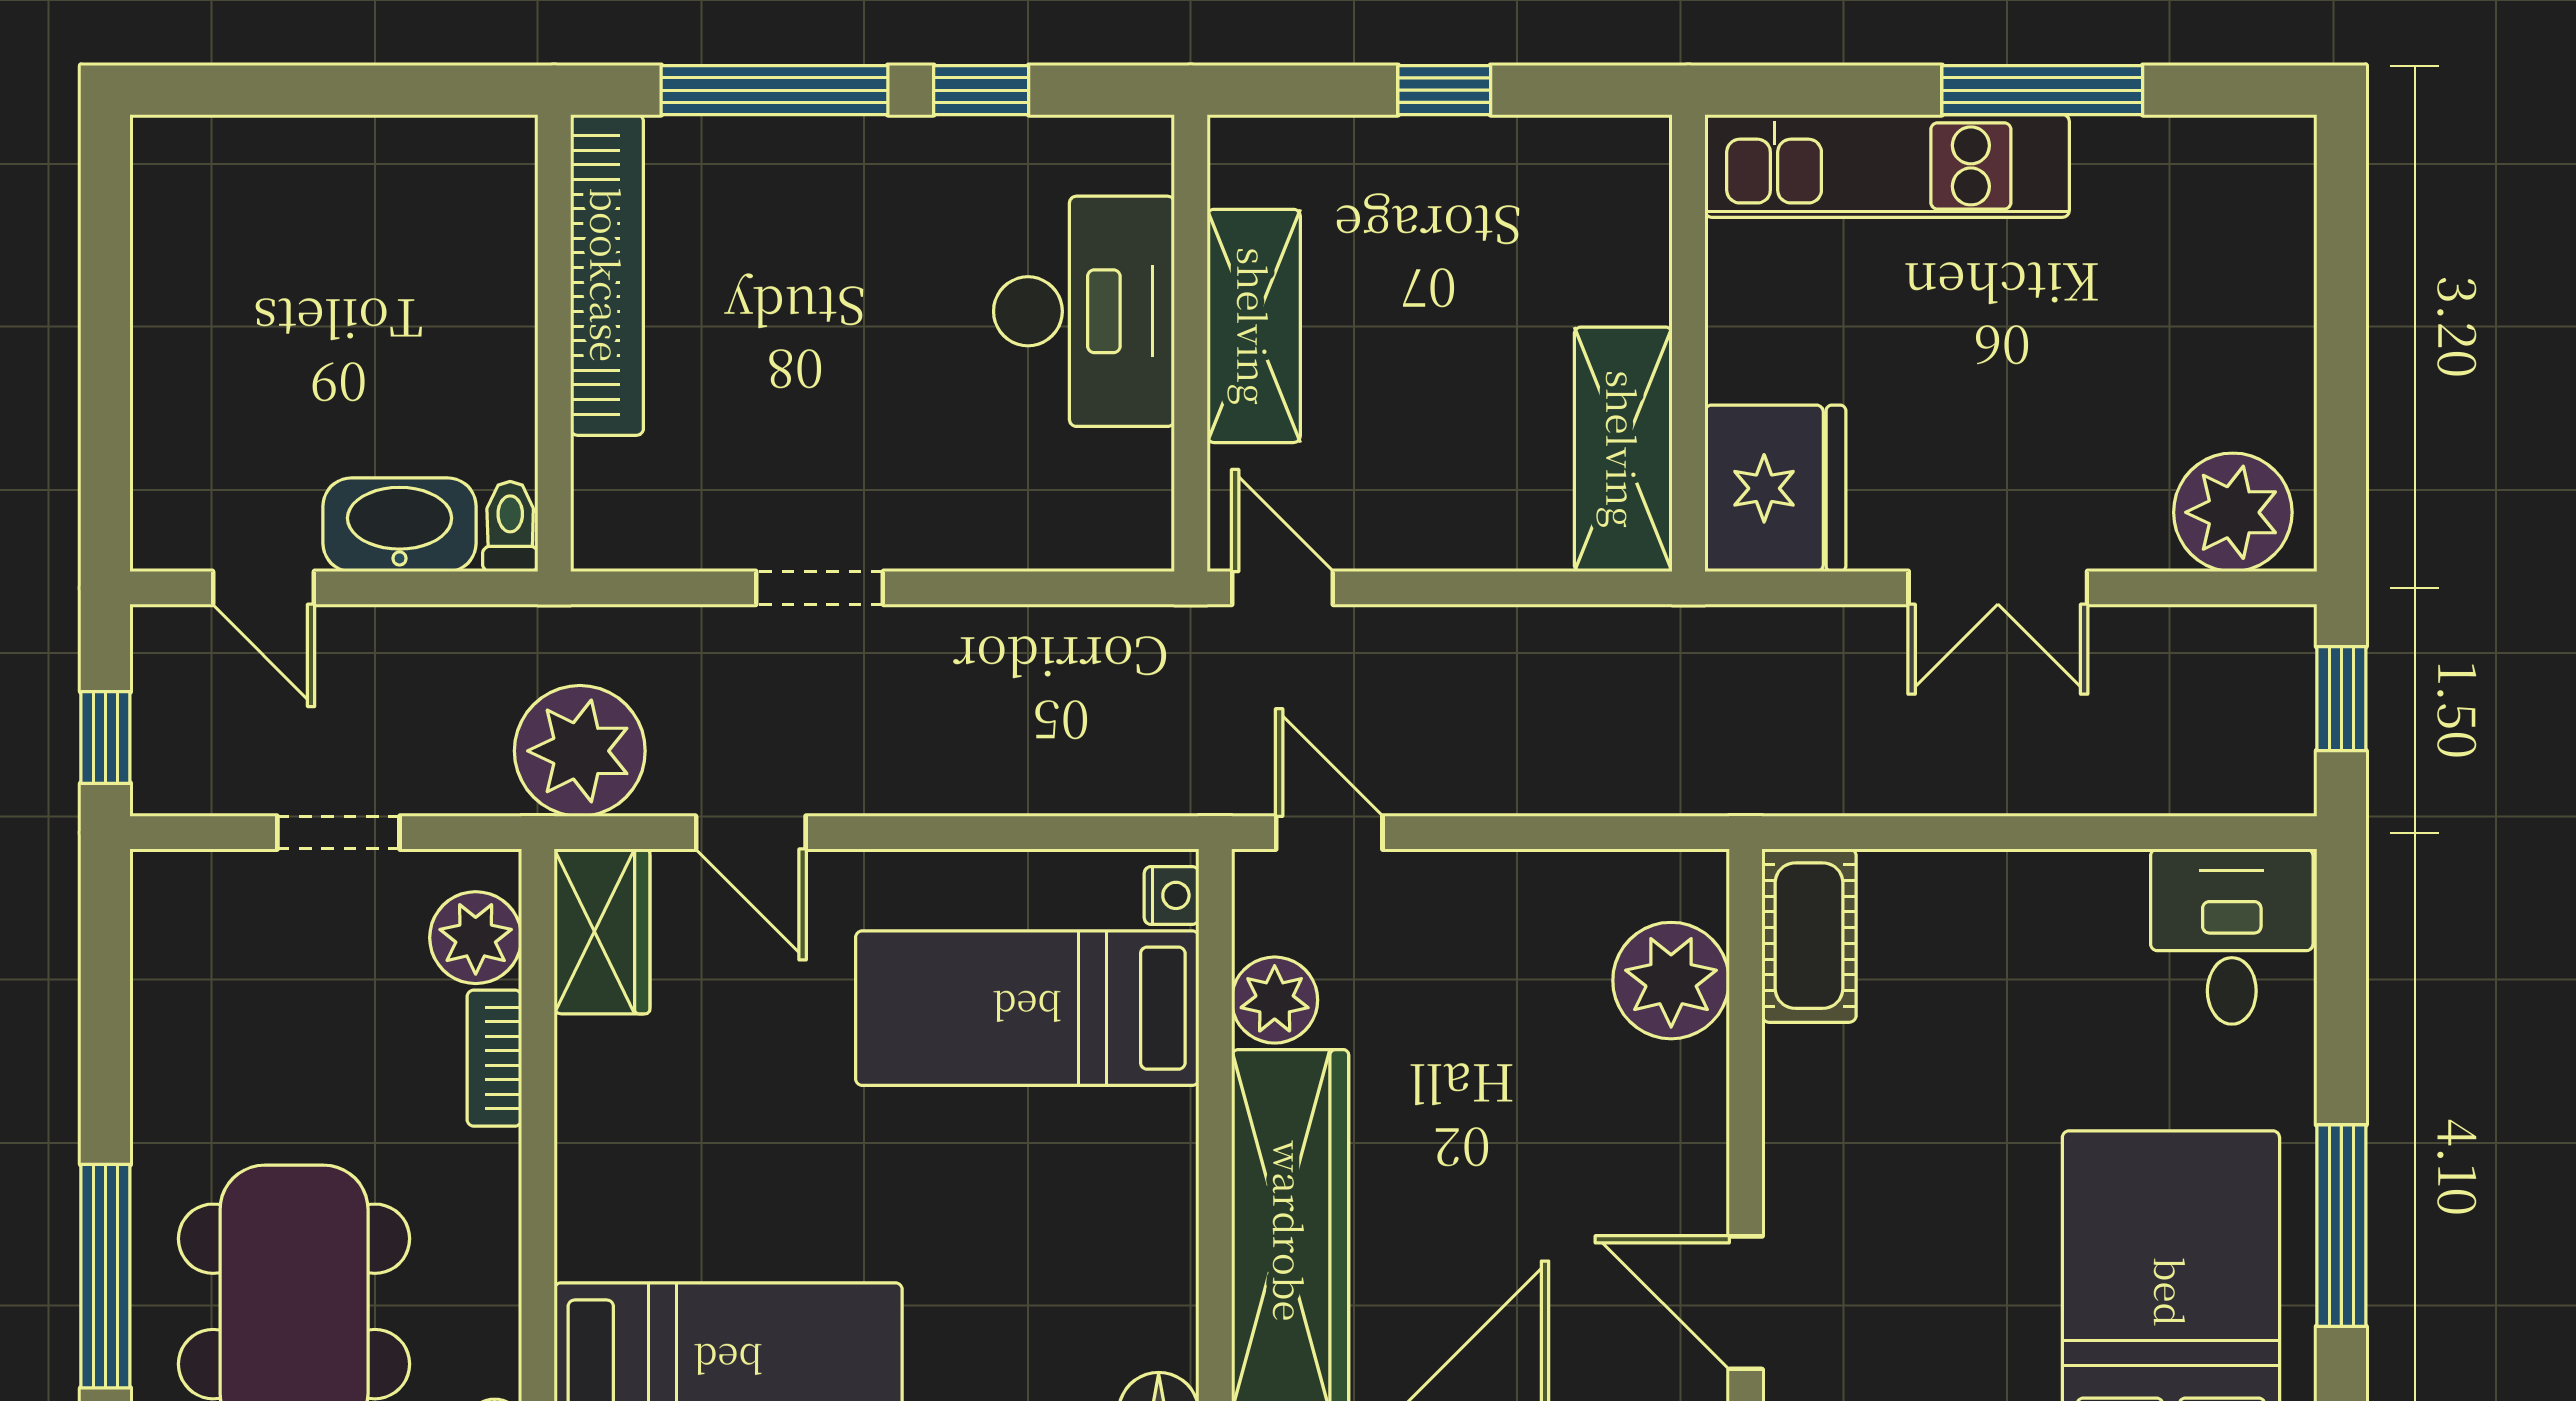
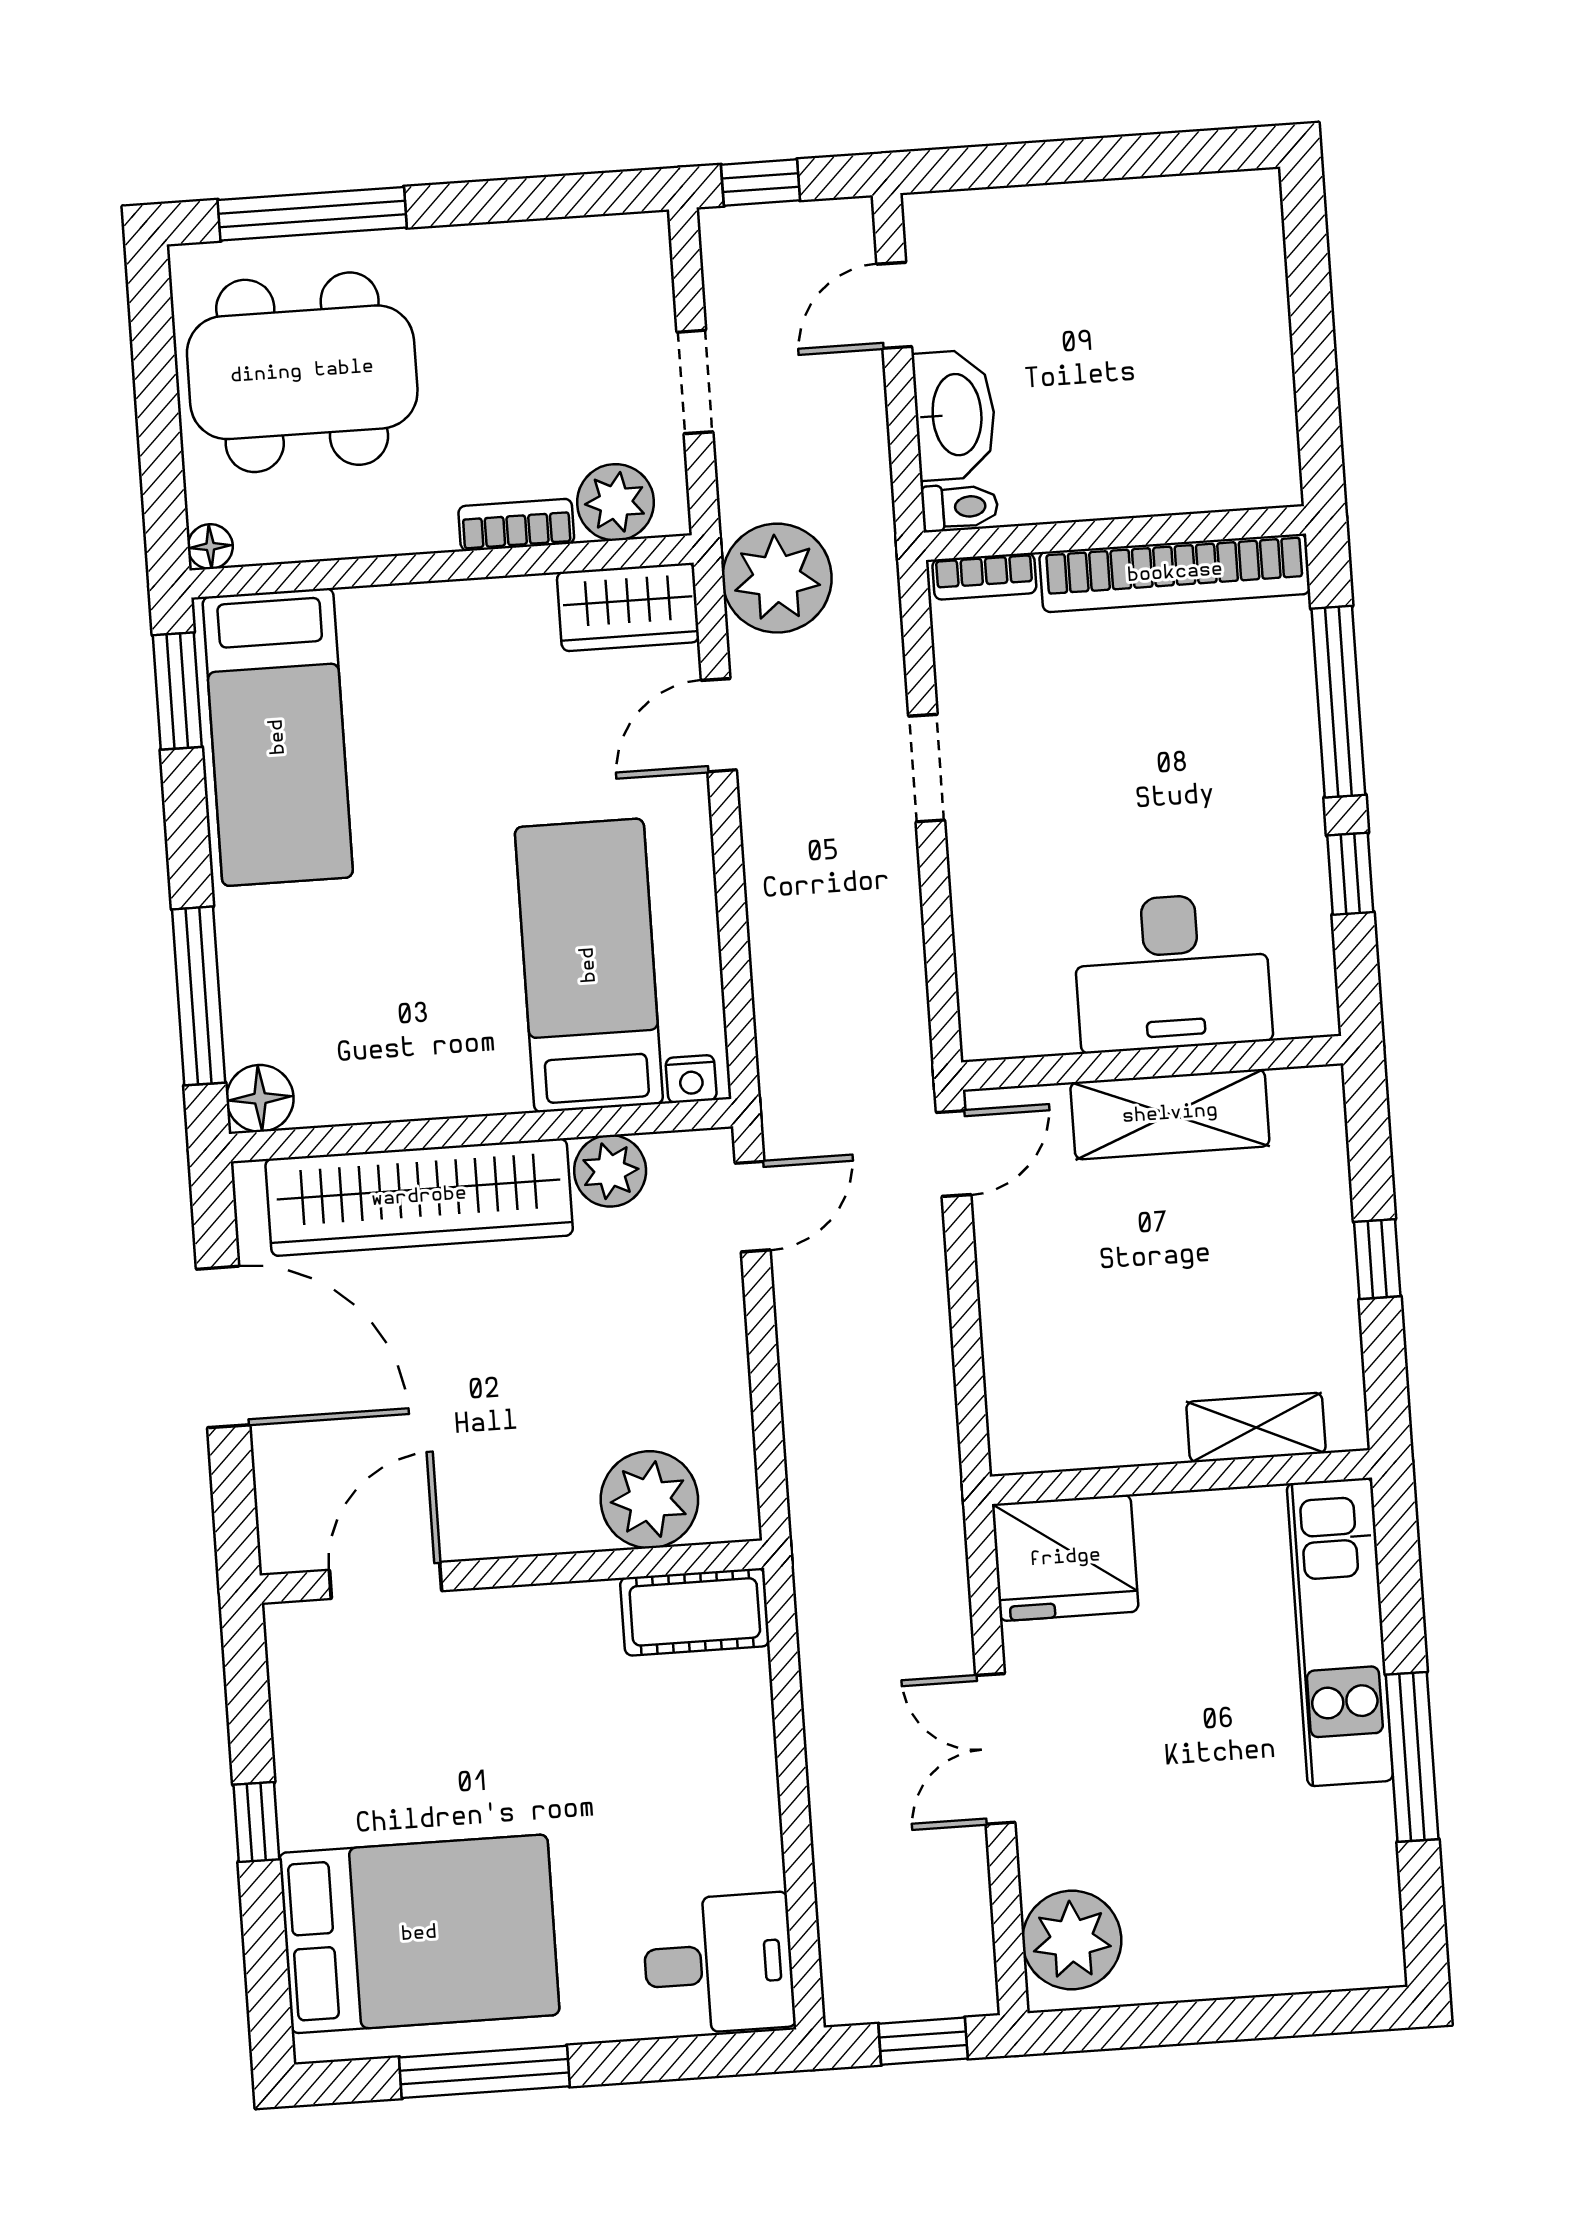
shelving: (1623, 449) -> (1256, 1428), moved, width x0.67, depth x0.75
bookcase: (595, 503) -> (984, 576), added

